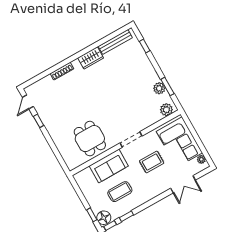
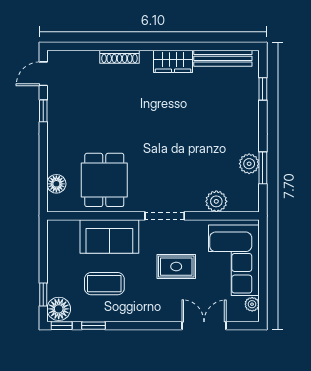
plant: (166, 110) -> (216, 201), moved
floor lamp: (66, 154) -> (56, 184), added
double door: (183, 184) -> (204, 326), swing flipped

